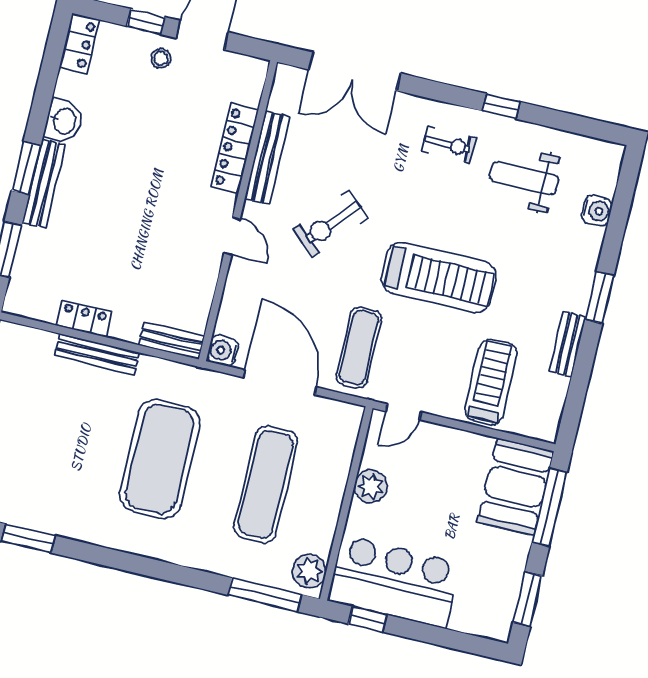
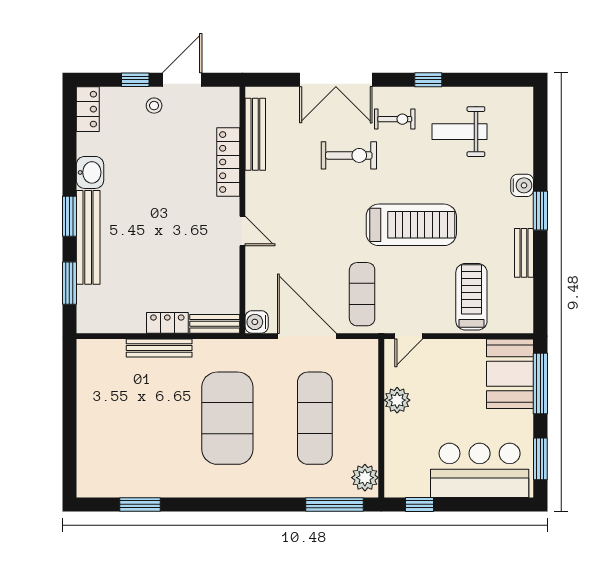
double door: (355, 71) -> (336, 80), moved
bench: (267, 158) -> (255, 134), moved
bench: (44, 183) -> (88, 237), width x1.37, depth x1.21
water cooler: (597, 211) -> (522, 185), moved
exercise bike: (331, 224) -> (349, 155), moved, turned -132
locker: (84, 319) -> (167, 323), moved
bar counter: (394, 582) -> (480, 470), moved

